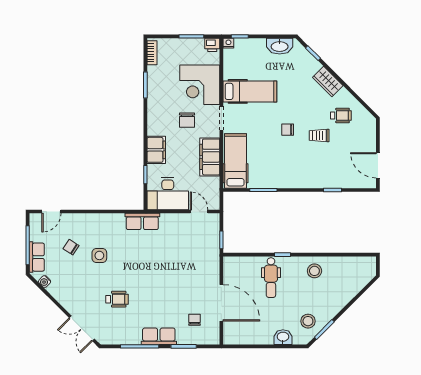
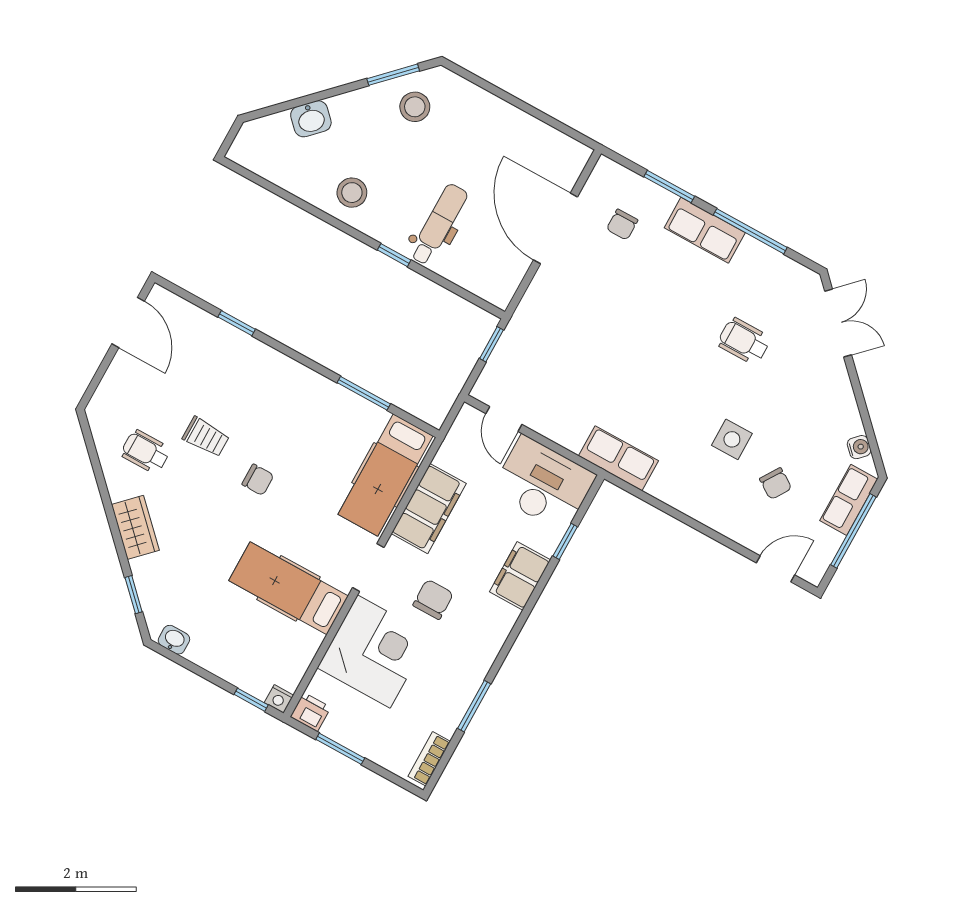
washbasin: (280, 46) -> (174, 640), width x0.52, depth x0.69
washbasin: (283, 337) -> (311, 119), moved, turned -45

